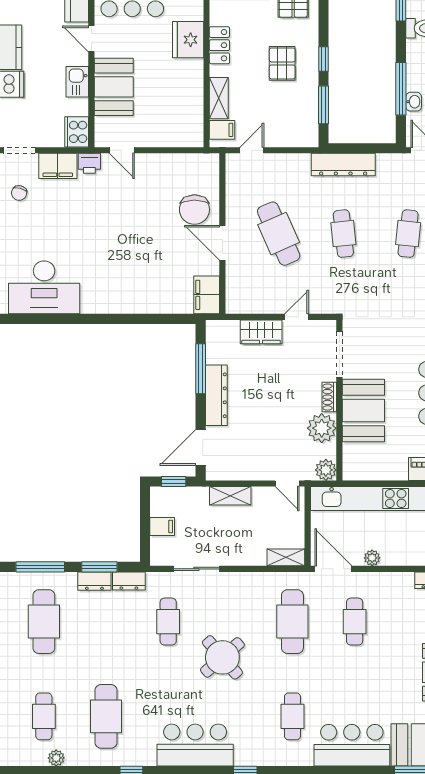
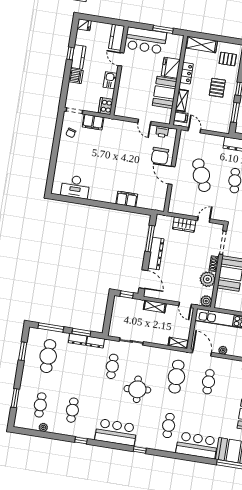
booth: (114, 87) -> (165, 92), moved
door: (122, 150) -> (144, 122), moved
door: (252, 150) -> (194, 130), hinge flipped
printer: (89, 163) -> (162, 132), moved
desk: (44, 287) -> (75, 187), width x0.73, depth x0.77
filing cabinet: (207, 295) -> (127, 199), moved, turned 90
door: (201, 448) -> (143, 279), swing flipped
filing cabinet: (162, 527) -> (117, 317), removed
round table: (222, 657) -> (137, 389), turned 36
cafe table: (106, 716) -> (72, 410), width x0.73, depth x0.74

